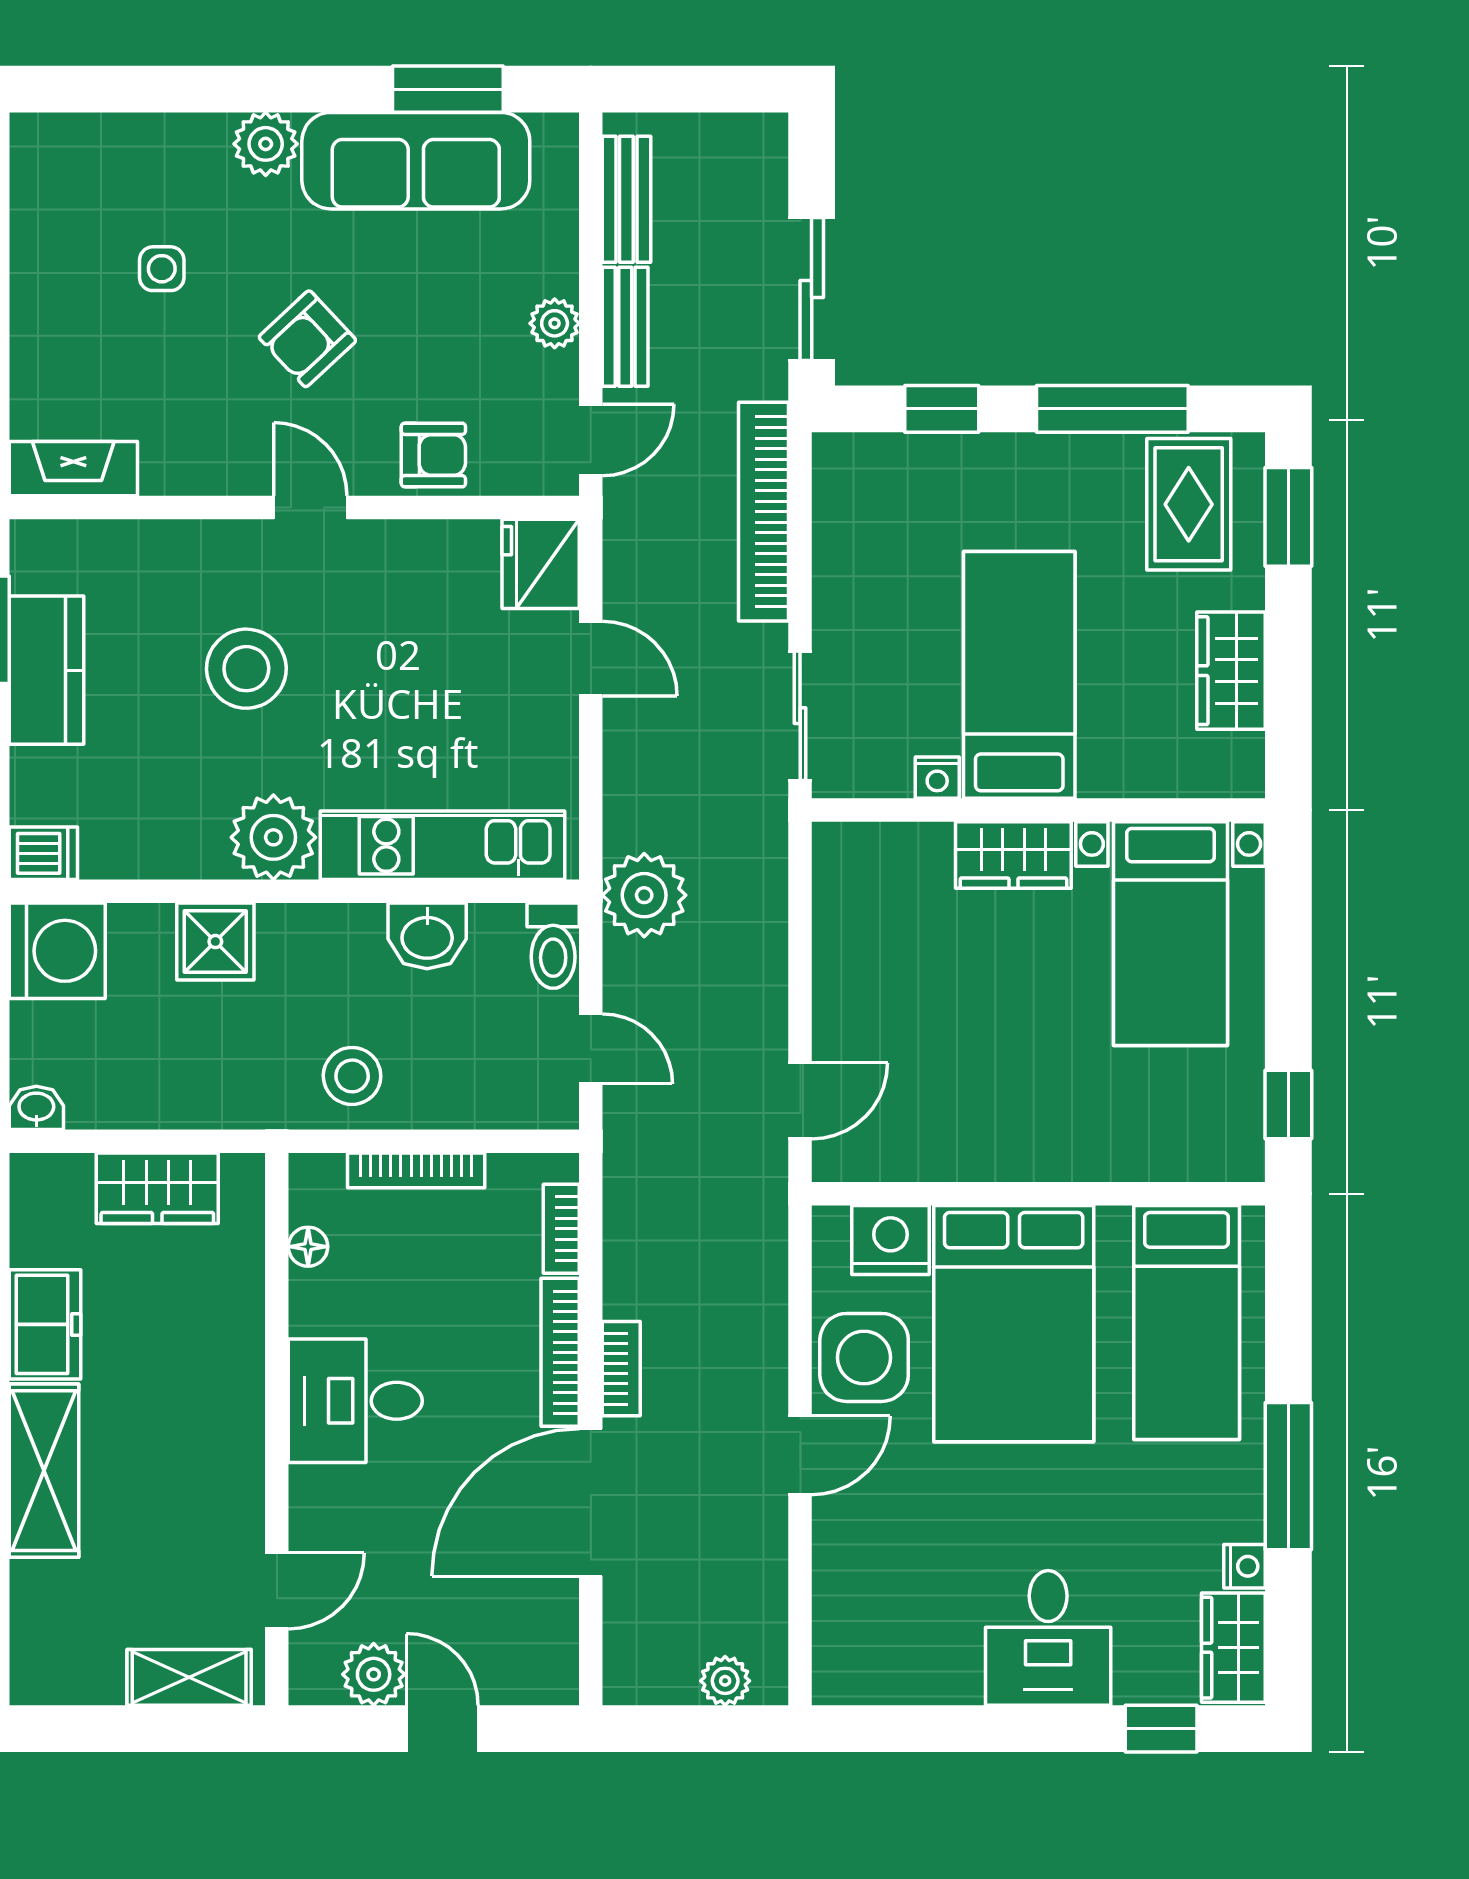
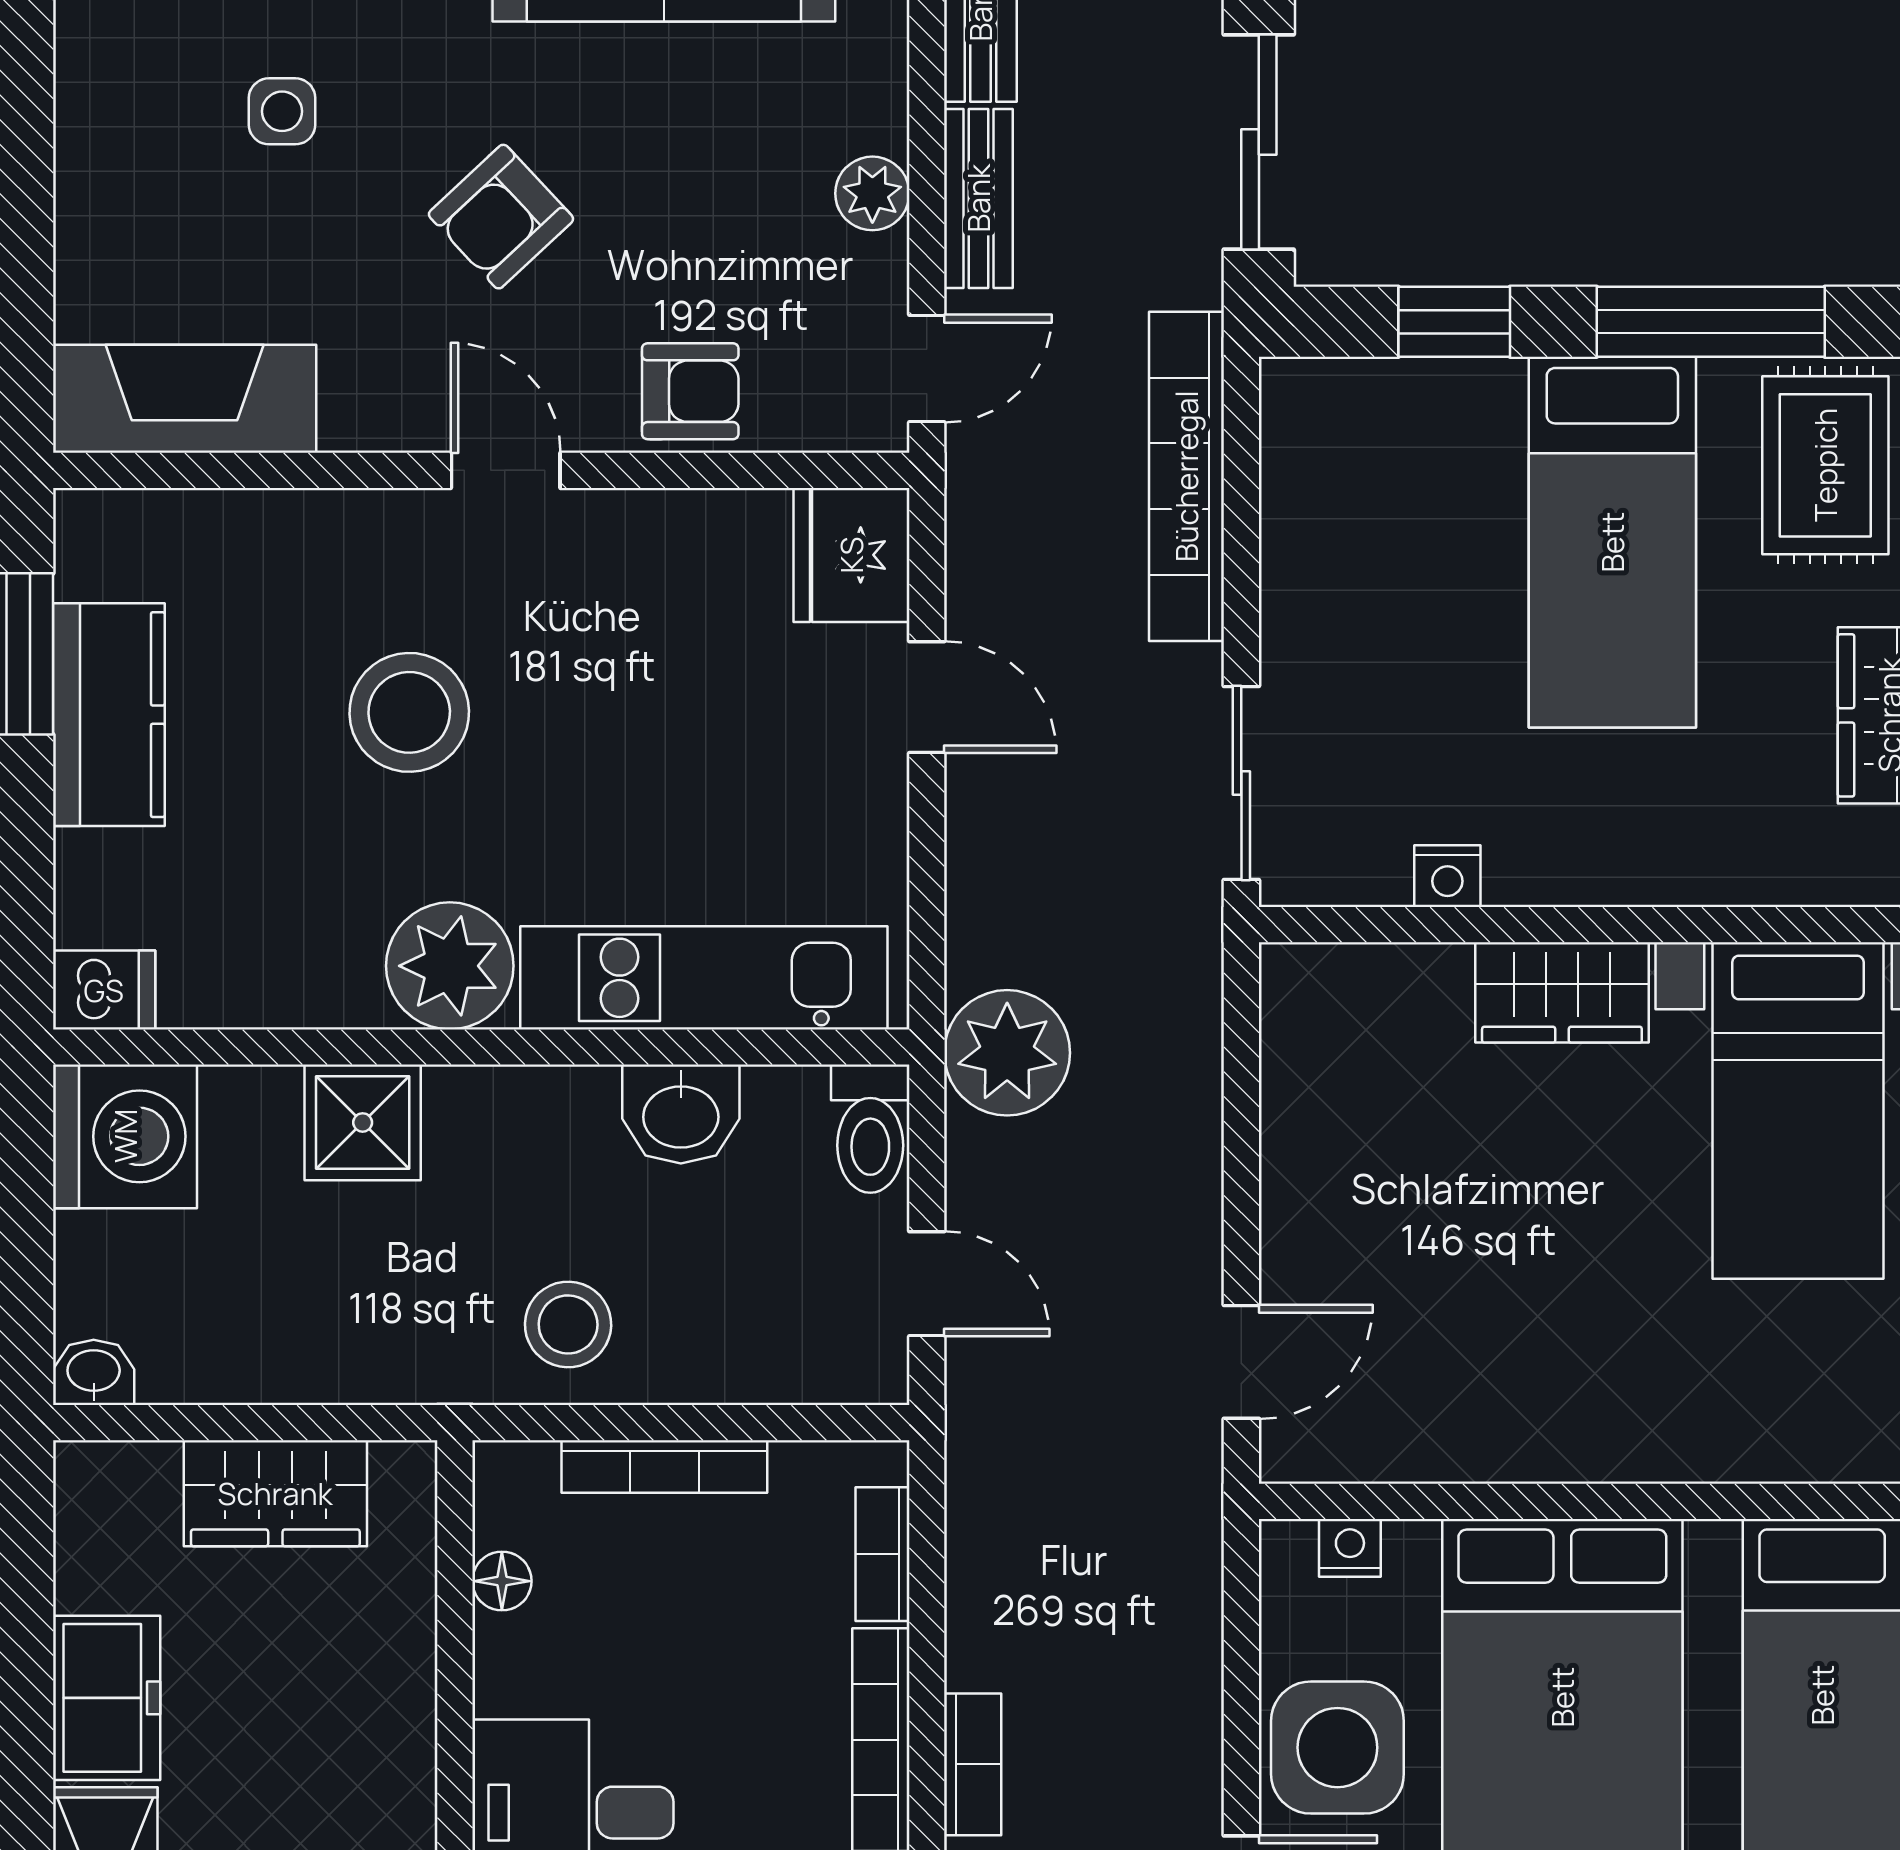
fireplace: (73, 469) -> (185, 399), width x1.37, depth x1.32
bed: (1019, 675) -> (1612, 542), moved, turned 180
nightstand: (891, 1240) -> (1350, 1548), width x0.53, depth x0.56

